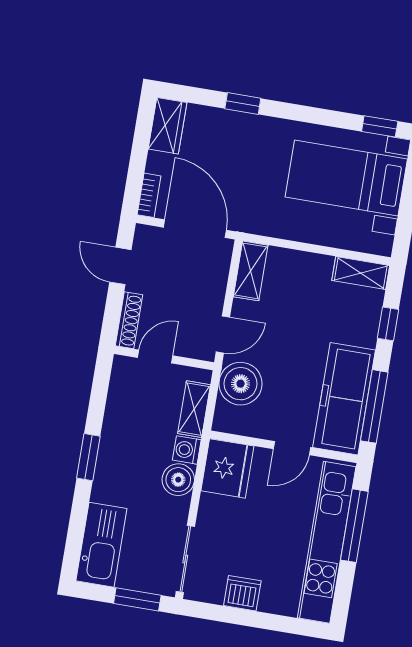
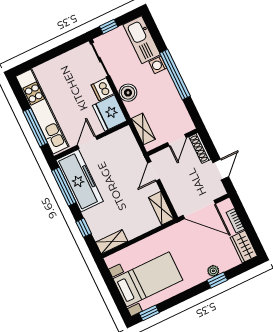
plant: (239, 122) -> (213, 271), added
bookcase: (149, 195) -> (235, 221), moved
door: (120, 266) -> (221, 170), hinge flipped
boiler: (241, 384) -> (130, 155), removed
washing machine: (187, 450) -> (158, 65), moved, turned 180
window: (88, 457) -> (175, 74), width x2.11
dishwasher: (242, 593) -> (102, 89), moved, turned 90
window: (137, 599) -> (109, 27), width x0.67

